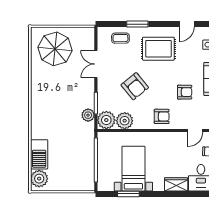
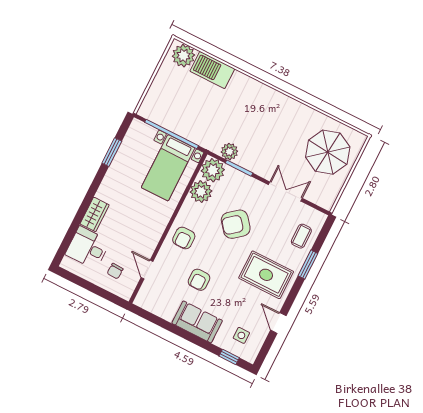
rug: (158, 49) -> (266, 275), turned 90
bed with nightstands: (133, 169) -> (168, 168), moved, turned 90

